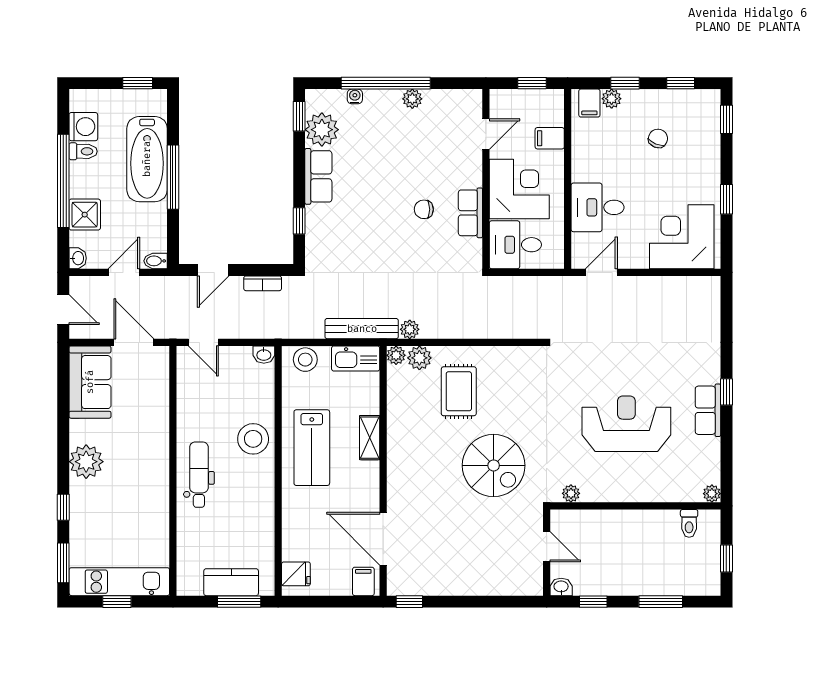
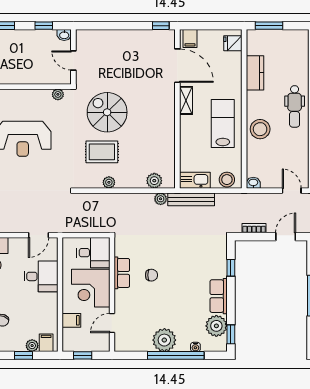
plant: (412, 99) -> (164, 340), width x1.88, depth x1.88
plant: (396, 355) -> (109, 182), moved
rug: (459, 391) -> (102, 152), moved, turned 90
shelving: (370, 438) -> (186, 100), moved
kitchen counter: (231, 582) -> (255, 73), moved, turned -90

